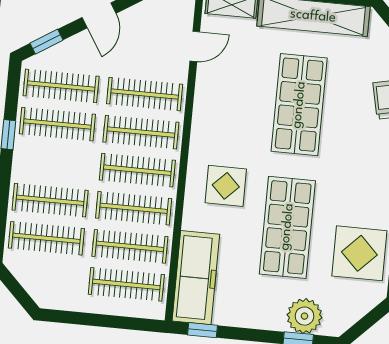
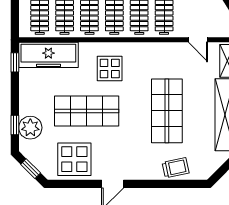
shop shelf: (299, 105) -> (167, 111), turned 90
window: (367, 322) -> (31, 169), added

